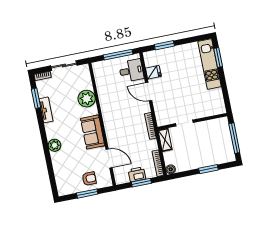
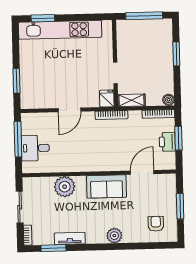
kitchen unit: (210, 64) -> (60, 30), width x1.36
desk: (131, 71) -> (35, 148), moved, turned -90
fridge: (153, 72) -> (107, 99), moved
armchair: (89, 179) -> (156, 224), moved

